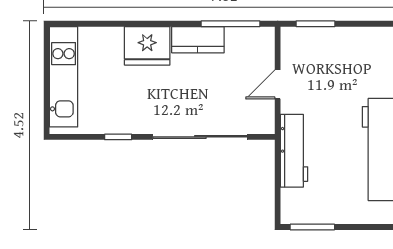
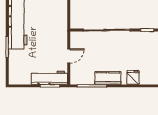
fridge: (147, 46) -> (133, 77), width x0.53, depth x0.75
workbench: (294, 151) -> (49, 78), moved, turned 90

